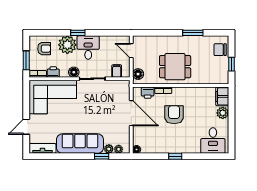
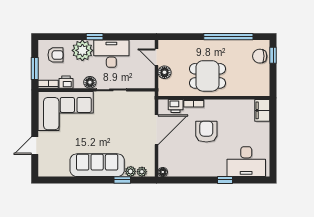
window: (193, 33) -> (228, 37), width x2.11
desk: (88, 48) -> (111, 54), width x1.37
window: (232, 64) -> (273, 55), moved
filing cabinet: (117, 71) -> (140, 81), removed
floor lamp: (138, 74) -> (164, 72), moved
door: (131, 113) -> (157, 130), hinge flipped
plant: (223, 113) -> (263, 130), removed
desk: (213, 141) -> (246, 162), width x1.37
tv unit: (42, 148) -> (54, 171), removed
window: (175, 156) -> (225, 180), moved

